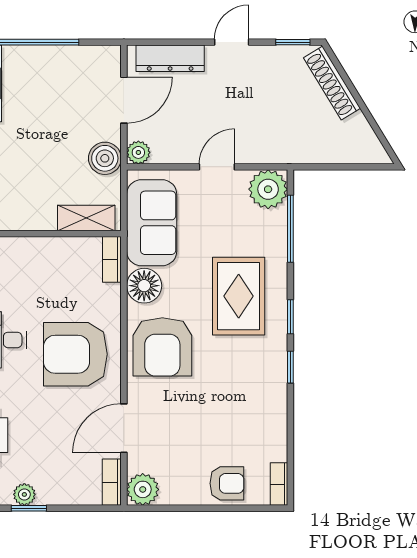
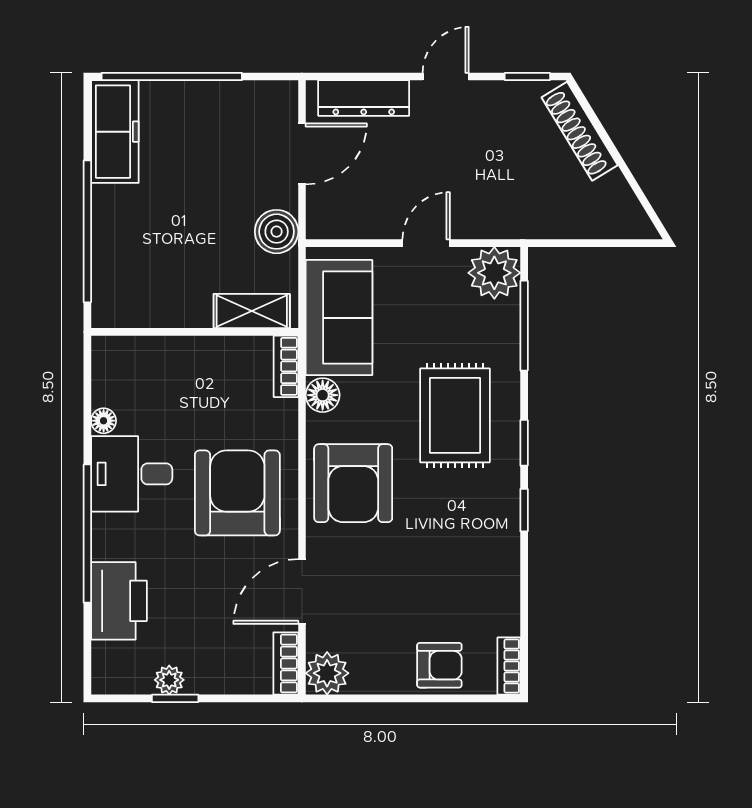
plant: (138, 152) -> (321, 224), removed
floor lamp: (144, 286) -> (323, 395), width x0.73, depth x0.73
armchair: (75, 354) -> (237, 493), turned 90

